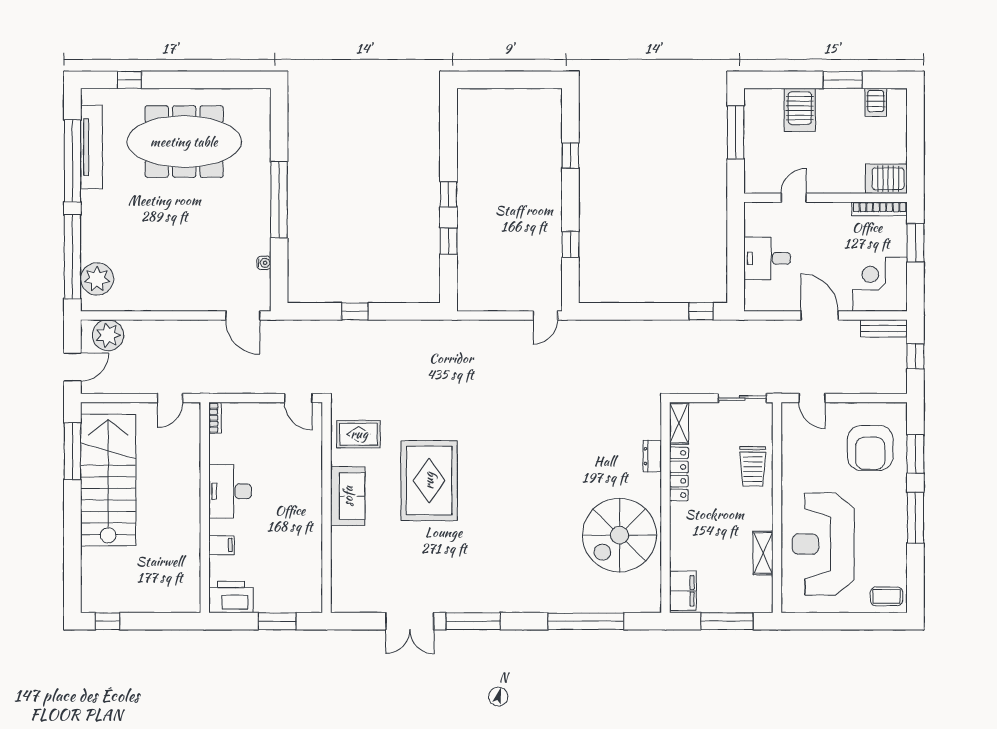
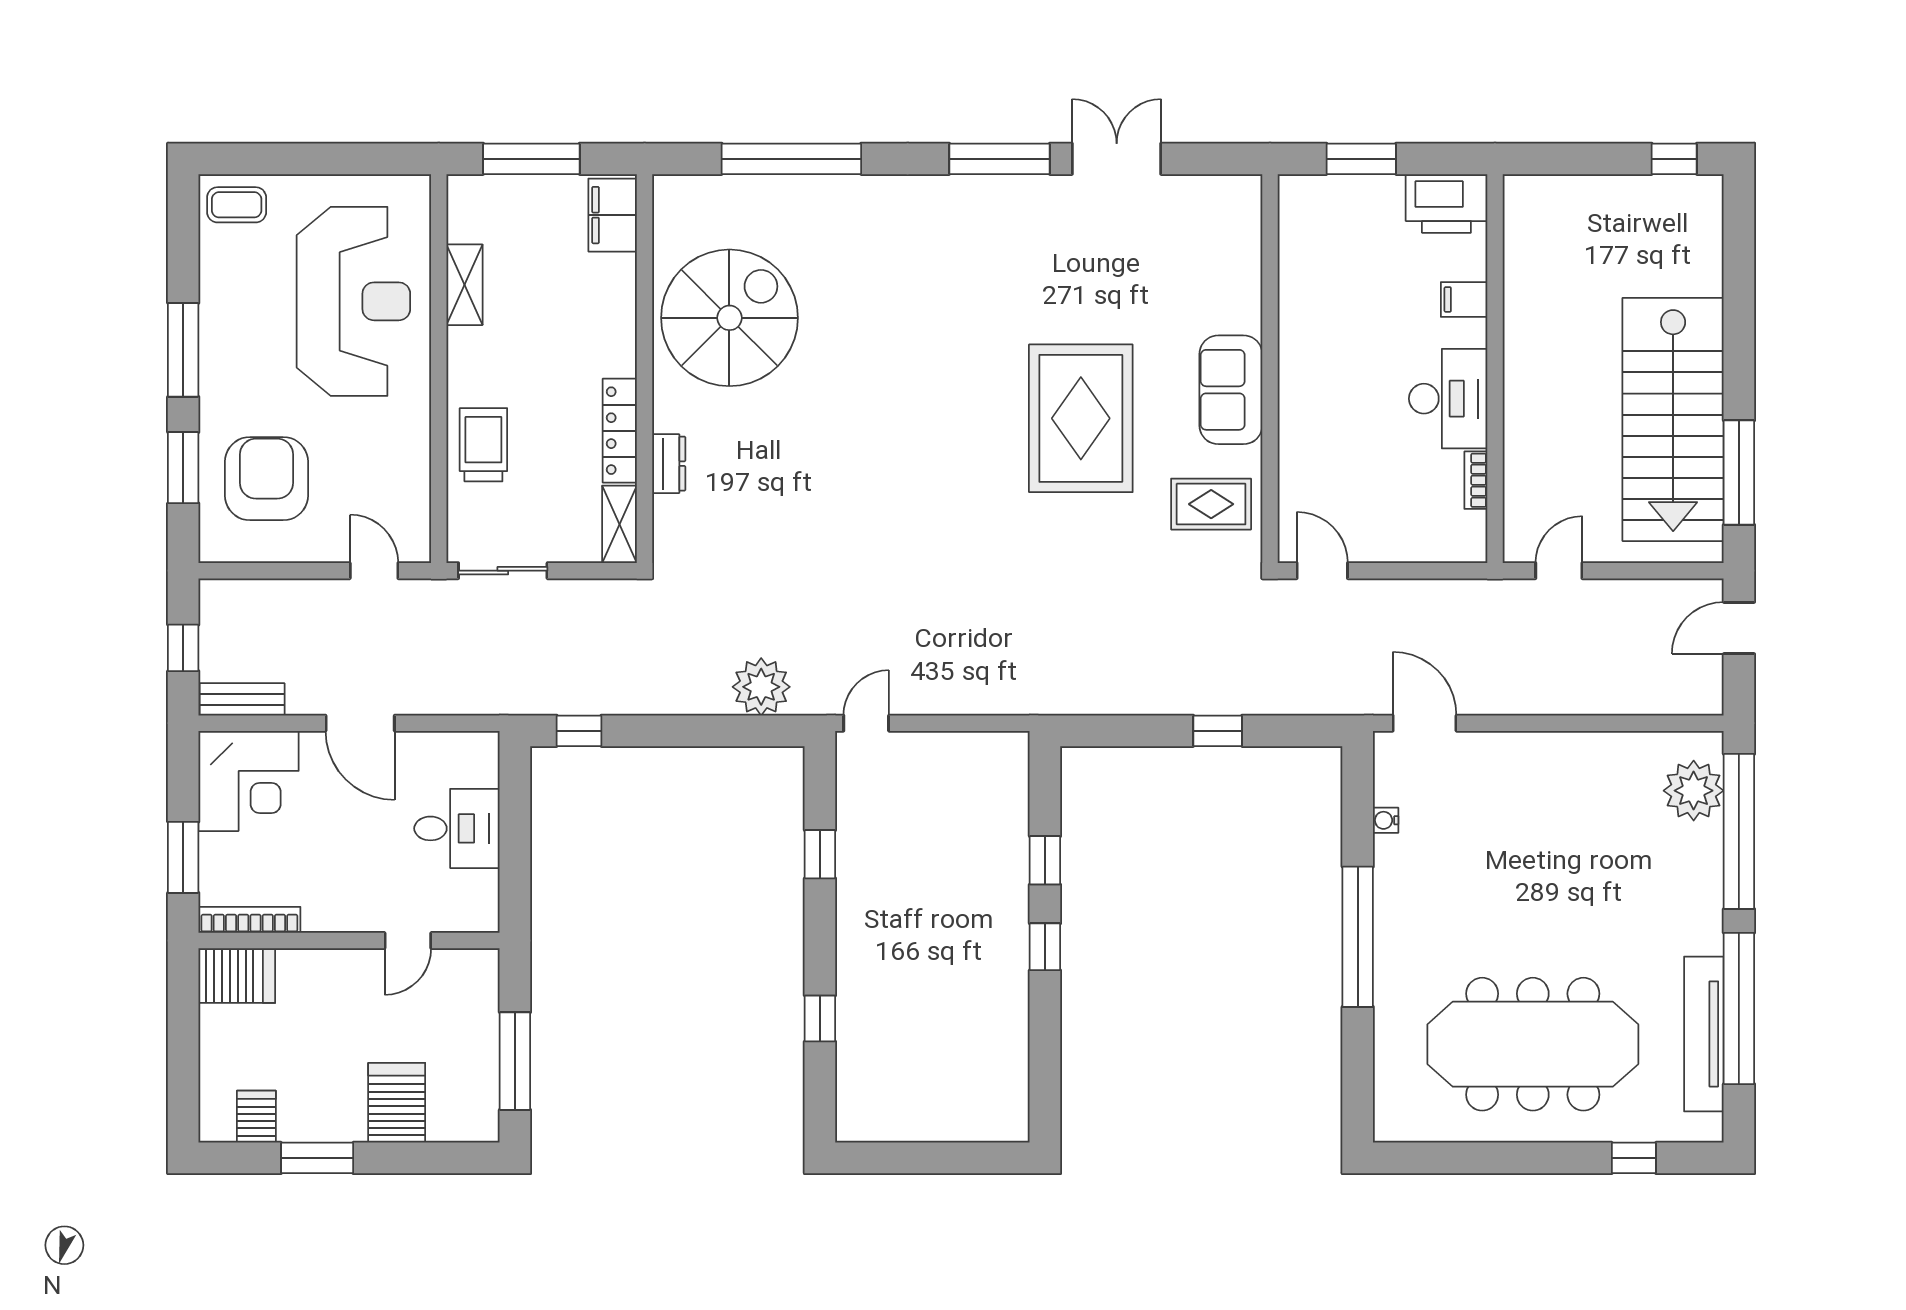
plant: (108, 335) -> (761, 687), moved
bookcase: (215, 418) -> (1476, 480), moved

